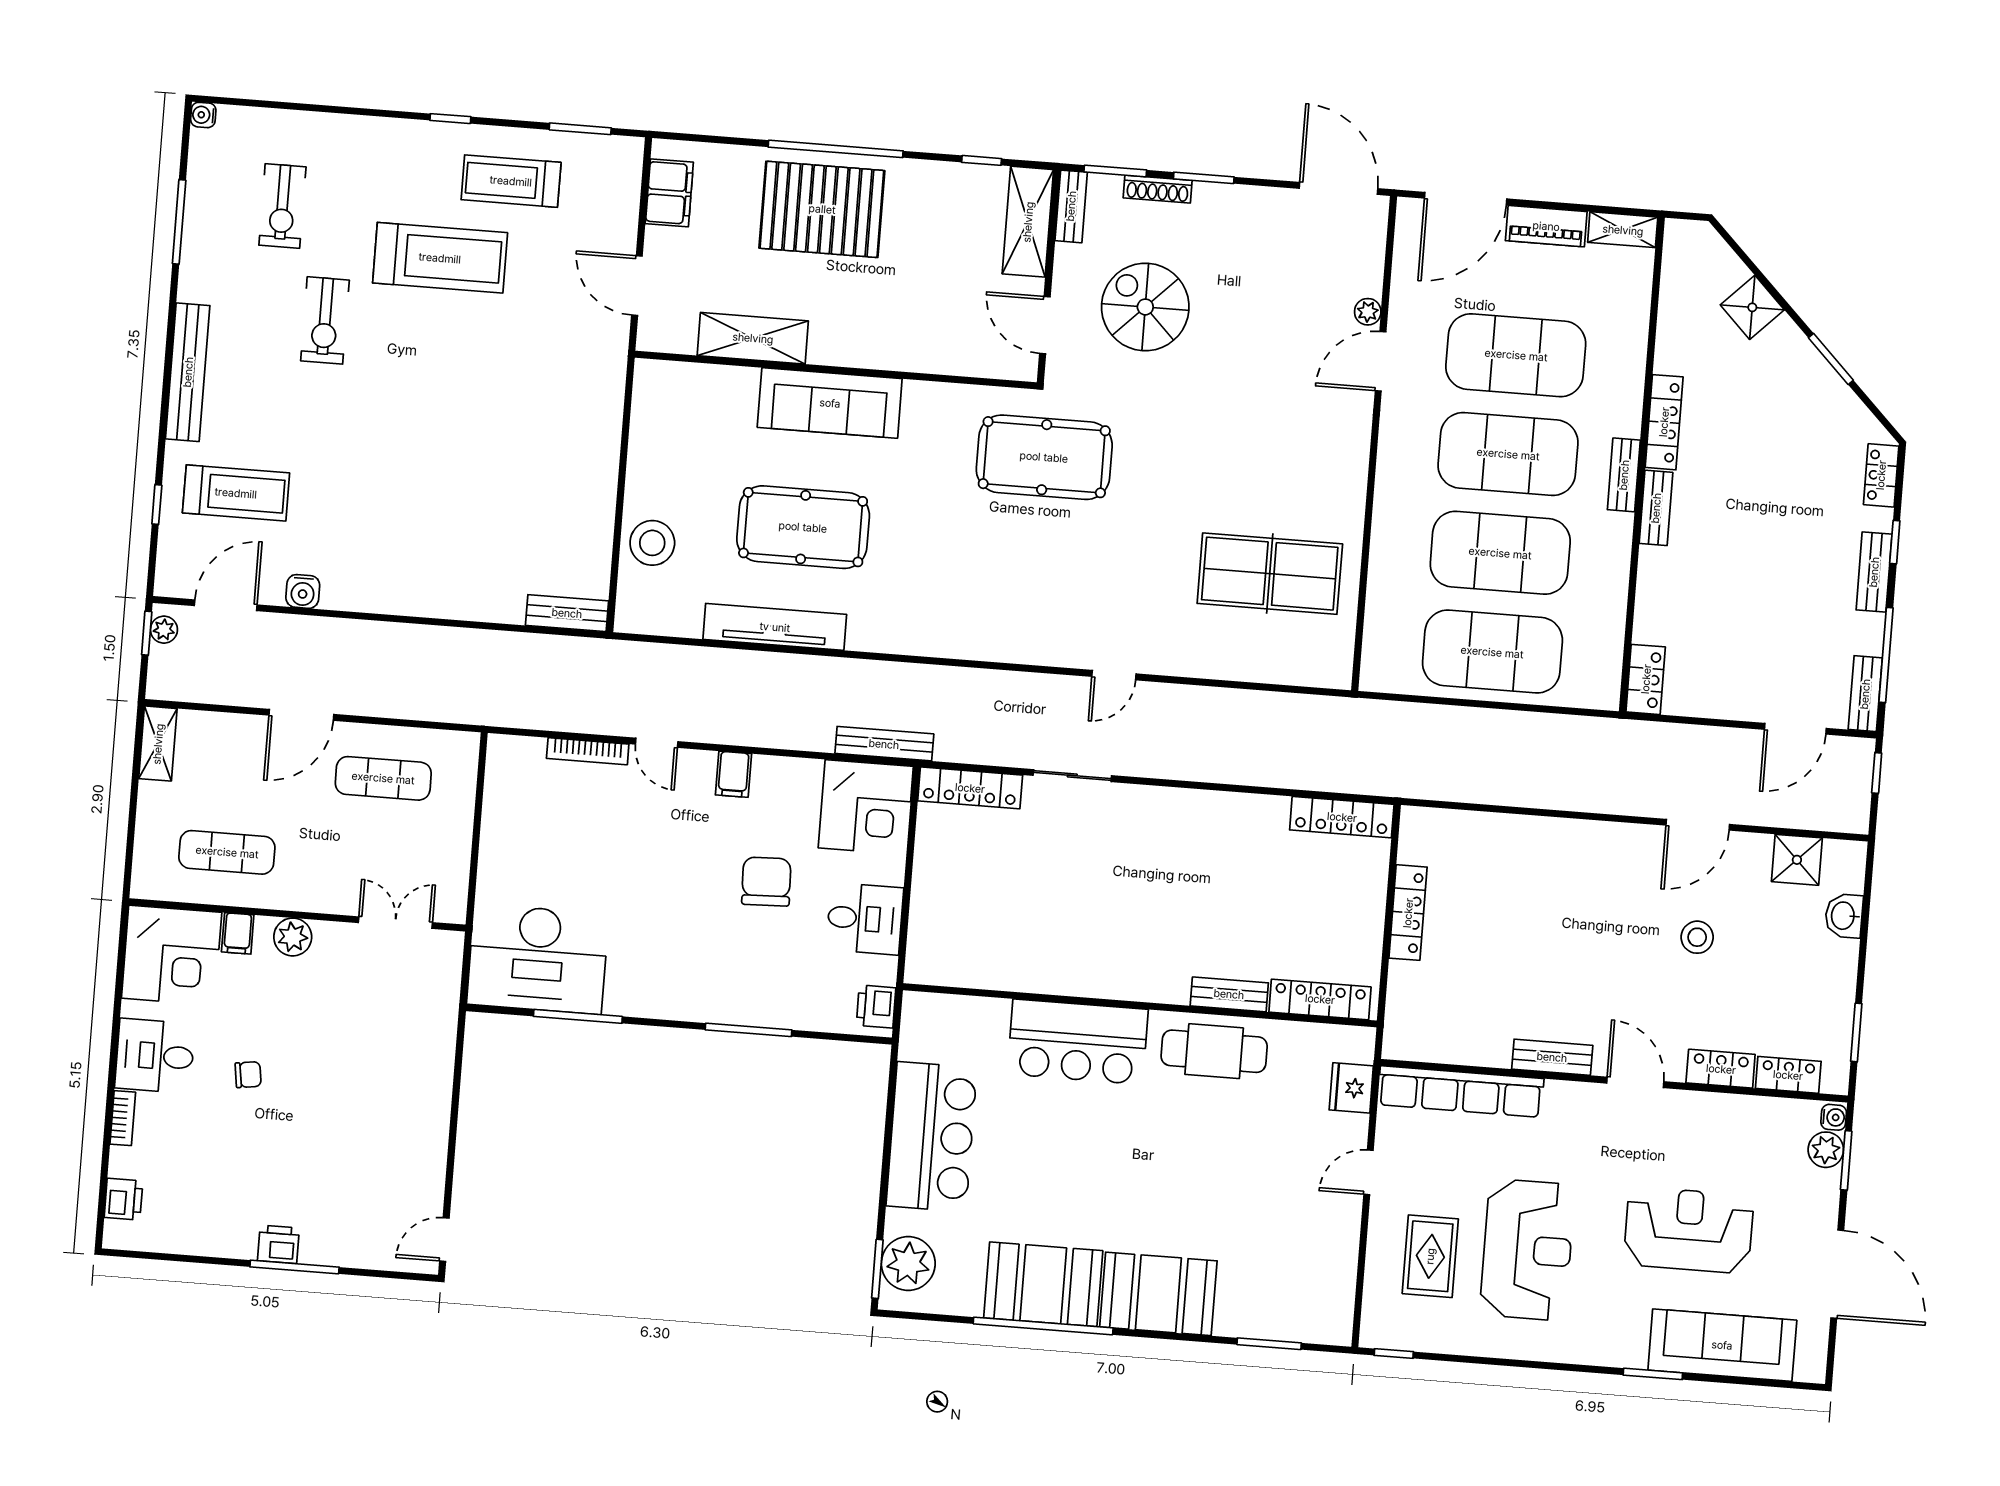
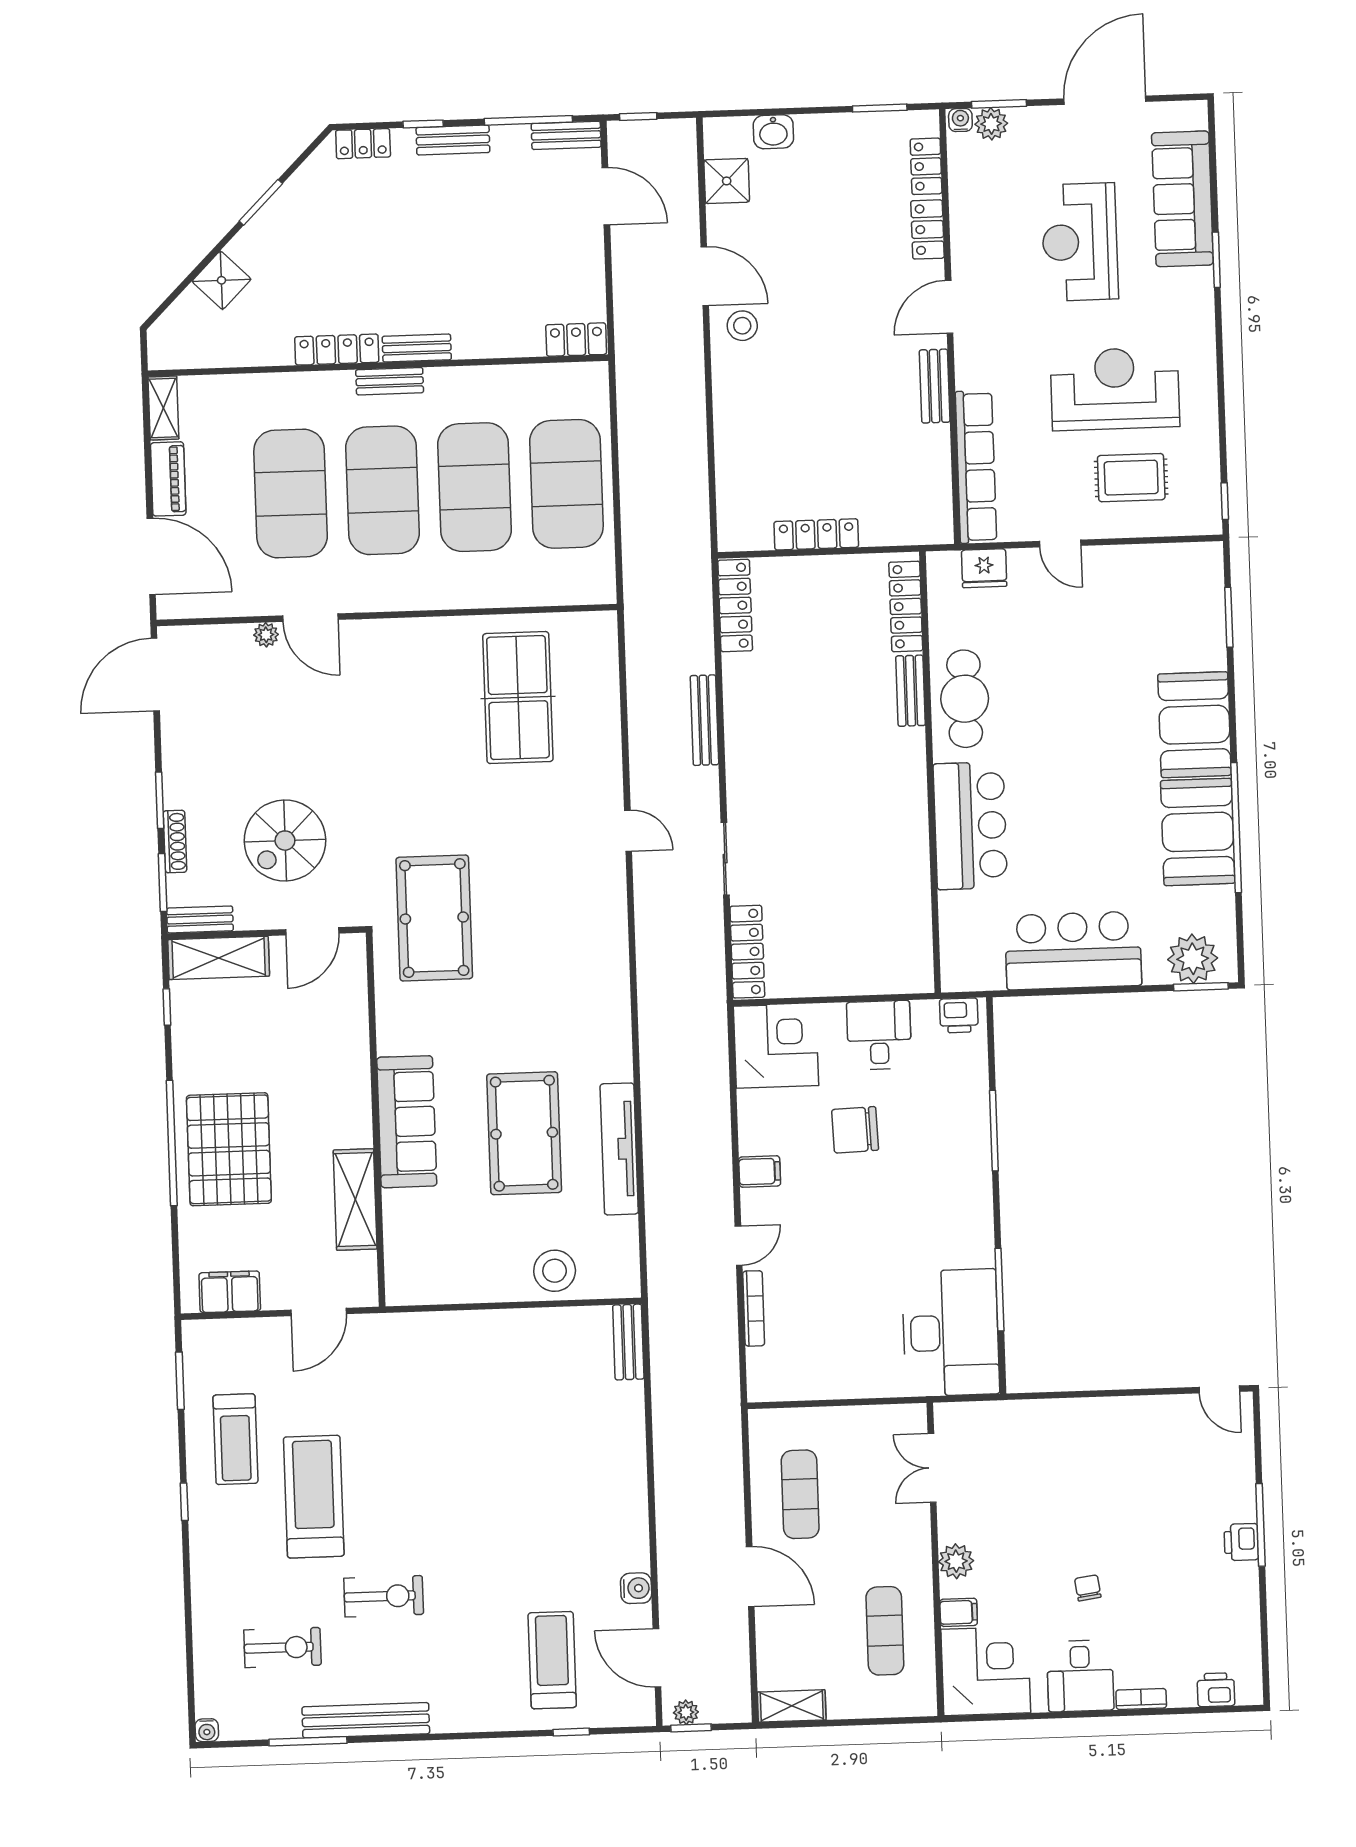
bench: (188, 372) -> (366, 1720), moved
bench: (884, 744) -> (704, 720), moved
stool: (1697, 937) -> (742, 326), moved

